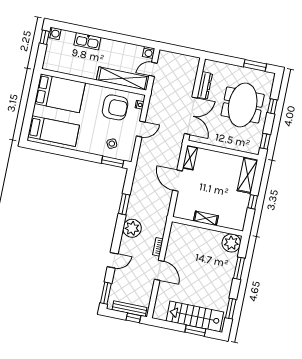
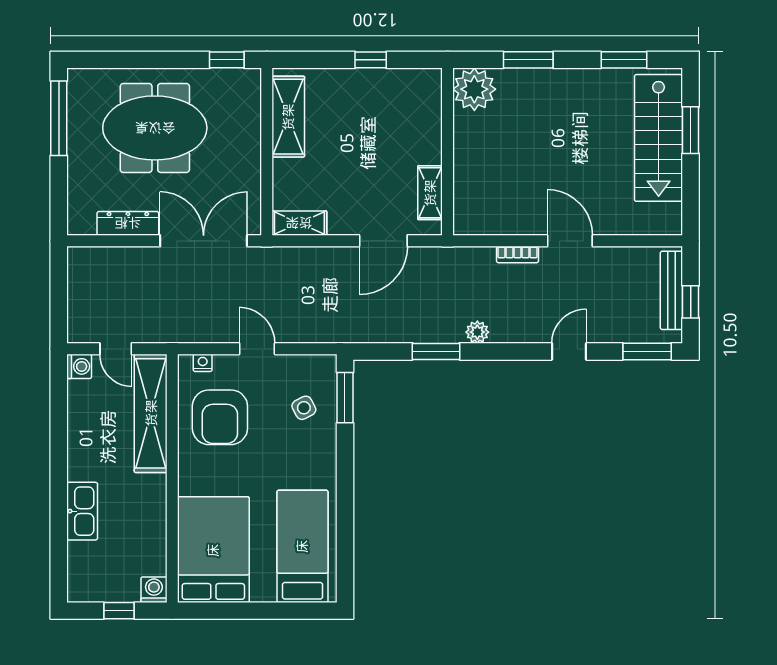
washing machine: (55, 33) -> (154, 590), moved
window: (45, 37) -> (119, 611), moved
window: (255, 65) -> (59, 118), width x1.44
window: (272, 106) -> (144, 60), removed
armchair: (115, 107) -> (220, 417), turned 180
shelving: (247, 175) -> (288, 117), moved, turned 90
door: (178, 181) -> (383, 241), moved
shelving: (206, 218) -> (430, 193), moved
plant: (132, 228) -> (477, 332), width x0.53, depth x0.53
door: (113, 260) -> (569, 351), hinge flipped
door: (159, 270) -> (570, 241), hinge flipped
window: (133, 318) -> (691, 302), moved

